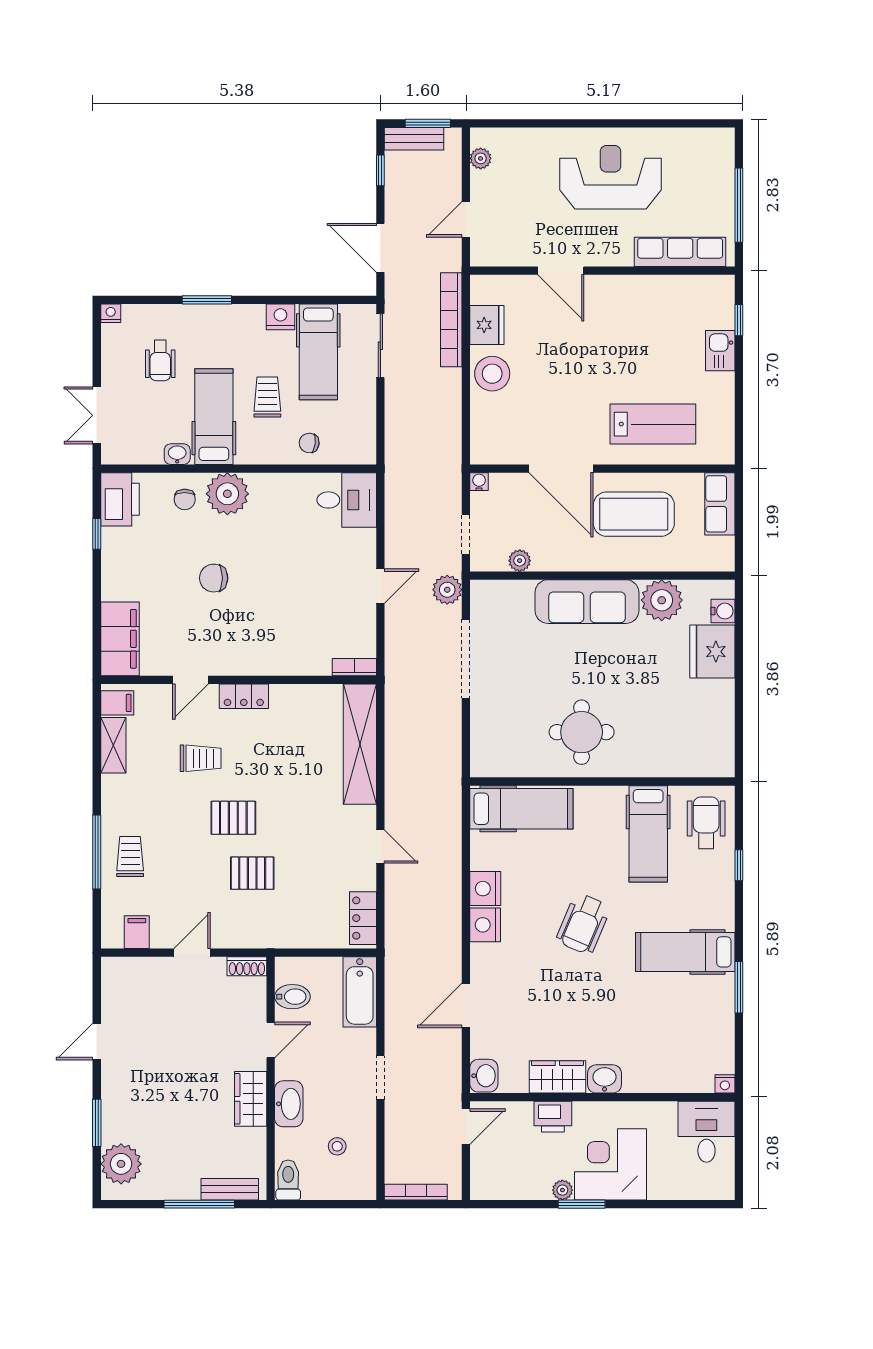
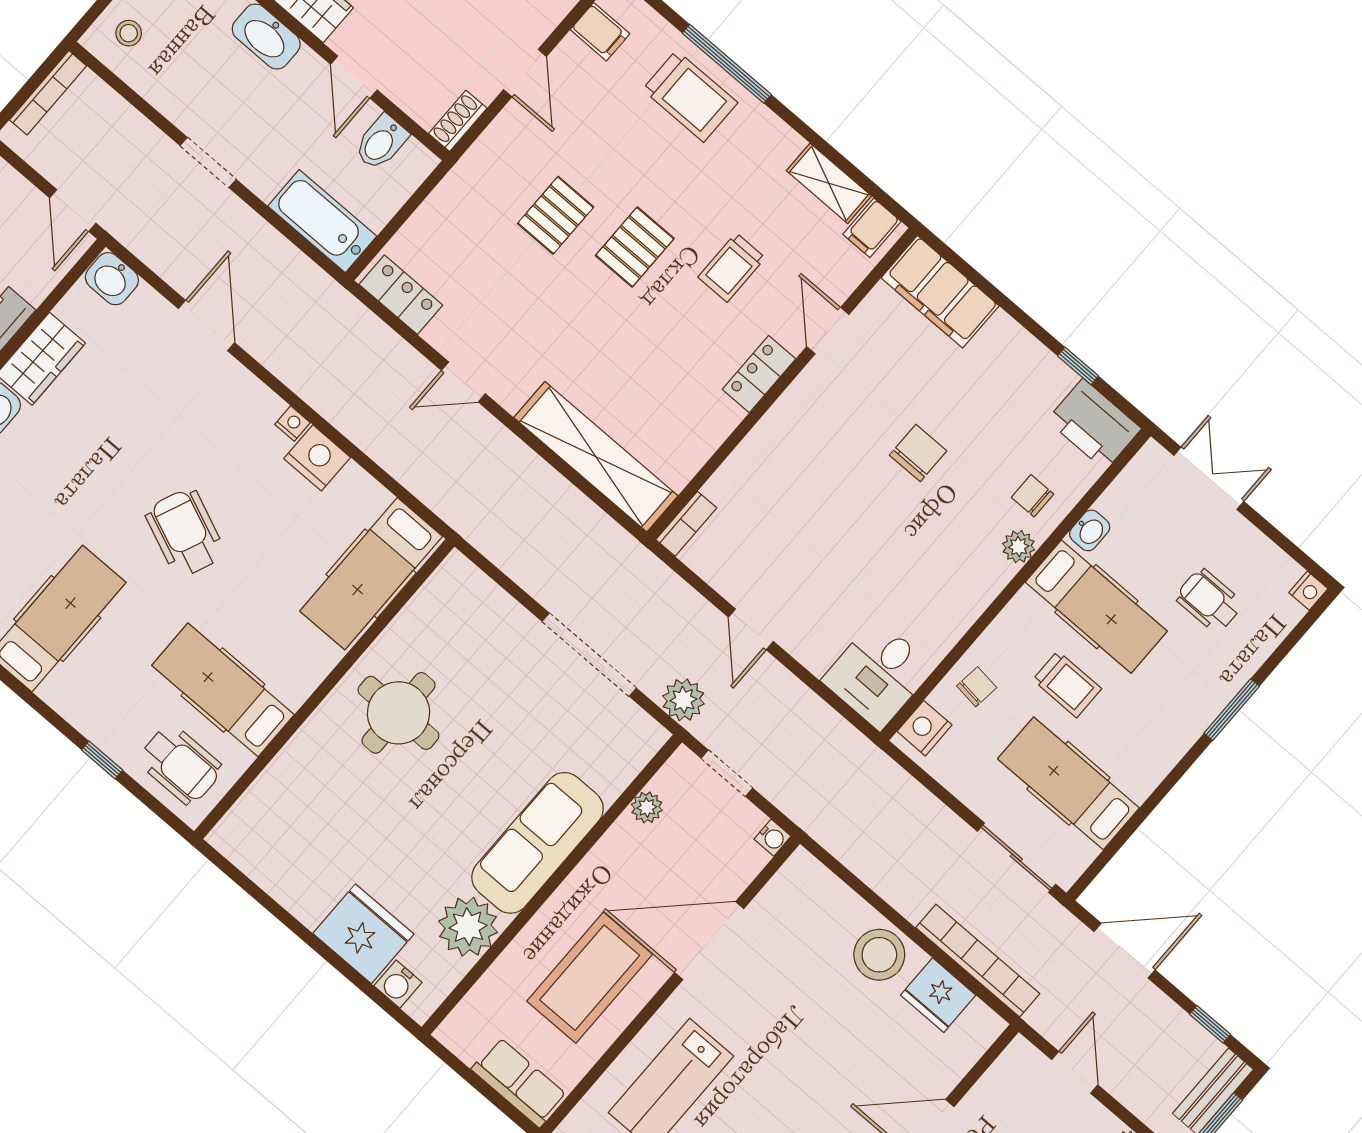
nightstand: (280, 317) -> (924, 728), moved, turned 180
plant: (227, 494) -> (1019, 547), width x0.53, depth x0.53
trolley: (130, 857) -> (690, 96), width x1.36, depth x1.39
nightstand: (485, 925) -> (293, 424), width x0.53, depth x0.56
stool: (337, 1146) -> (129, 33), moved

